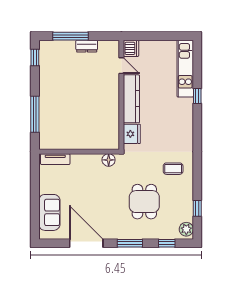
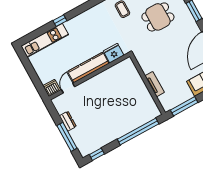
window: (35, 114) -> (138, 132), width x1.46
tv unit: (55, 159) -> (155, 84), moved
floor lamp: (109, 160) -> (142, 60), removed
window: (35, 177) -> (184, 106), added

